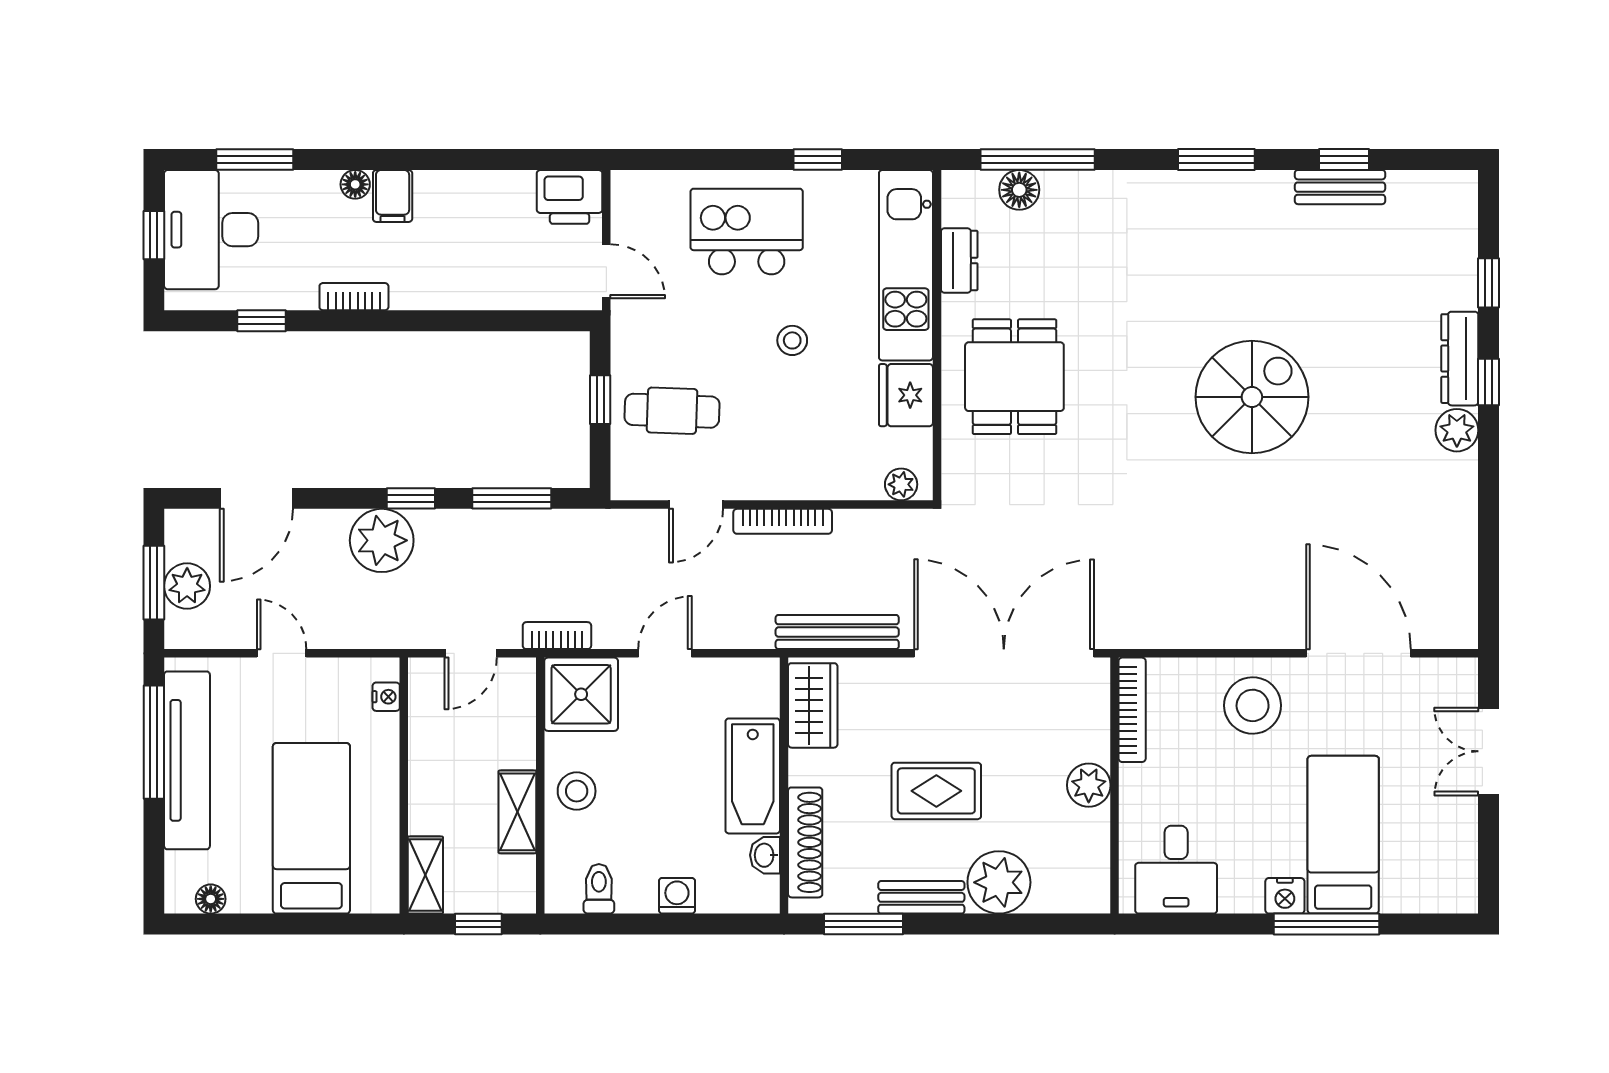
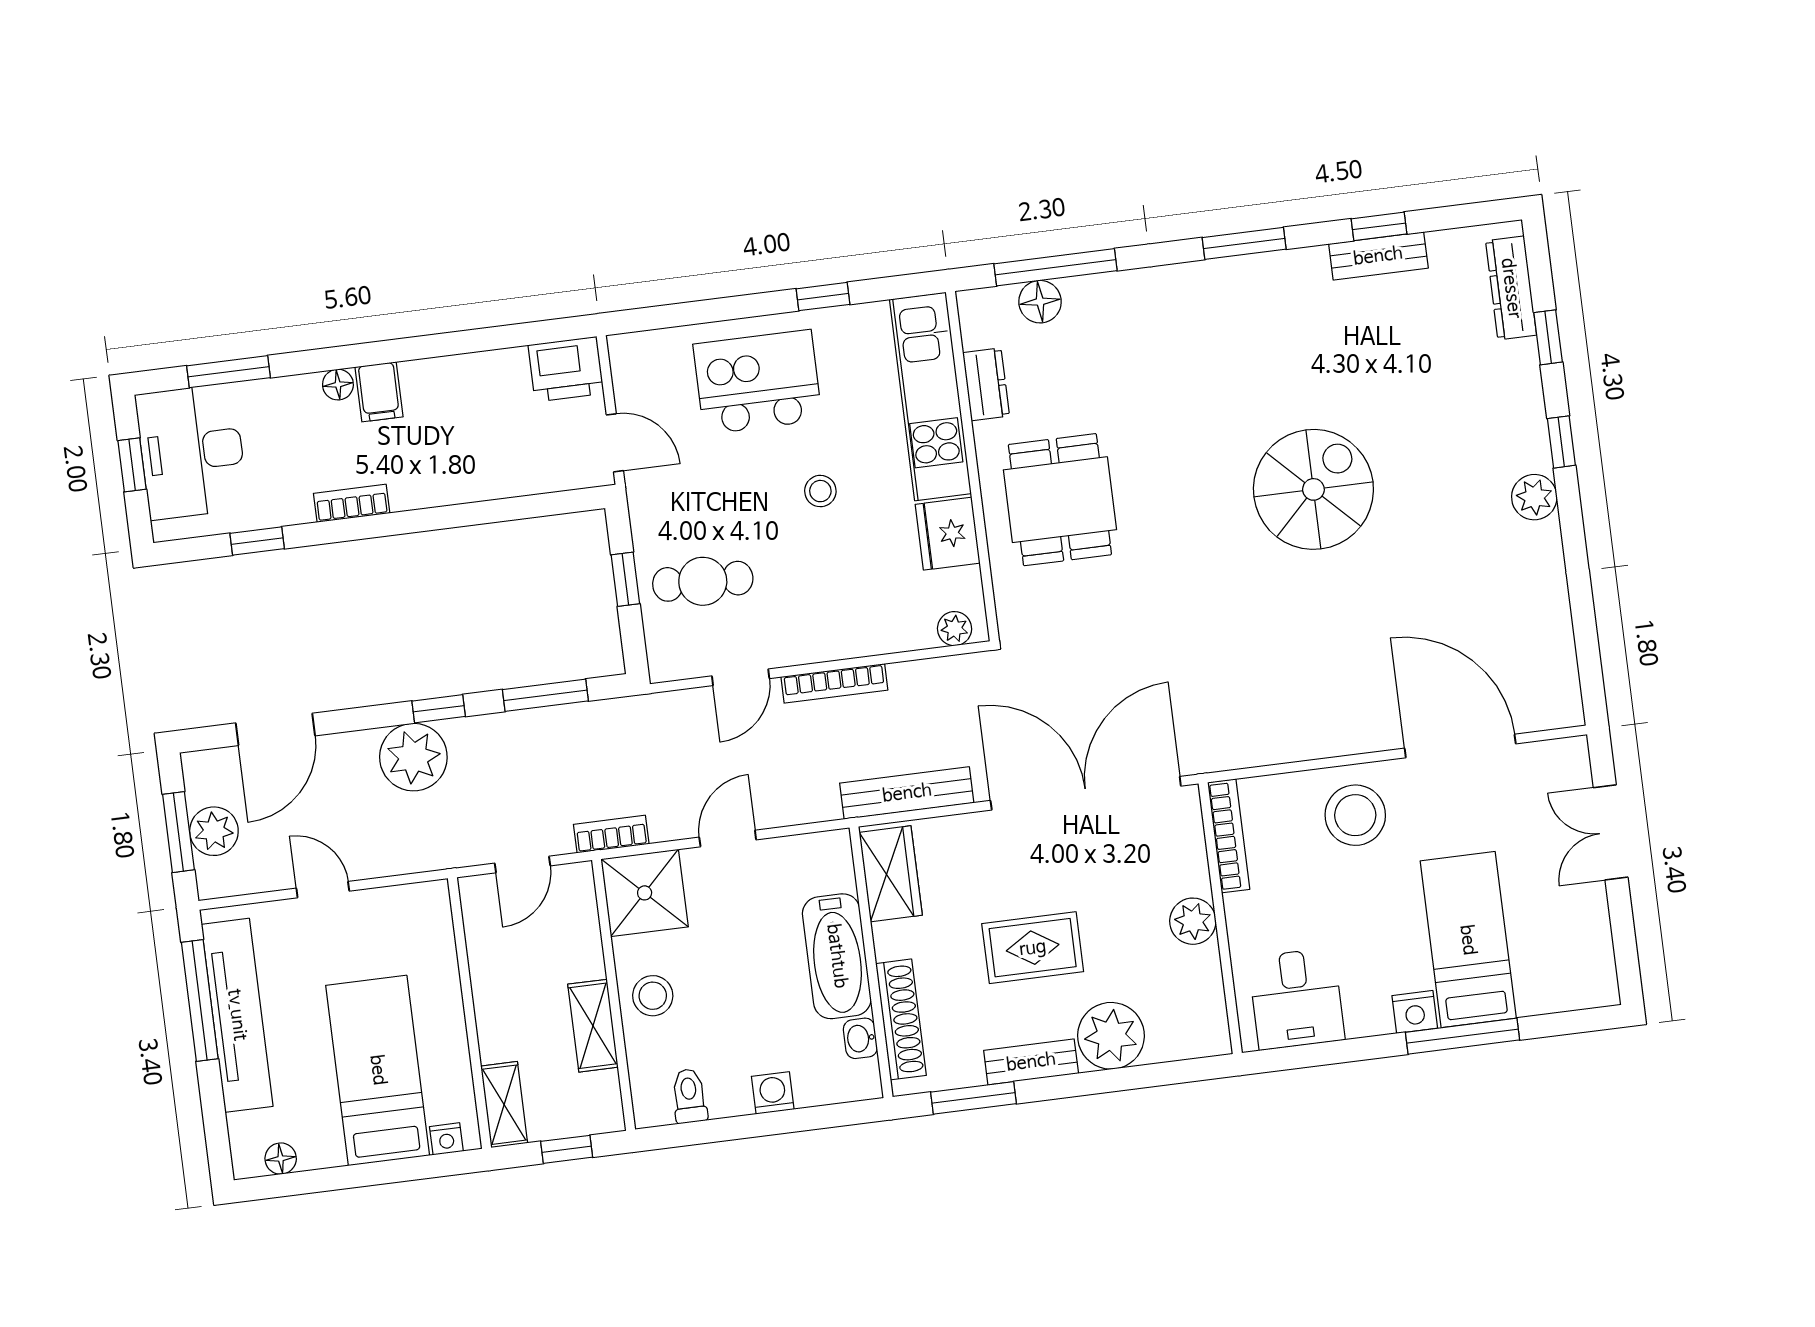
dresser: (1460, 359) -> (1511, 288), moved
nightstand: (386, 697) -> (446, 1139), moved, turned 90

